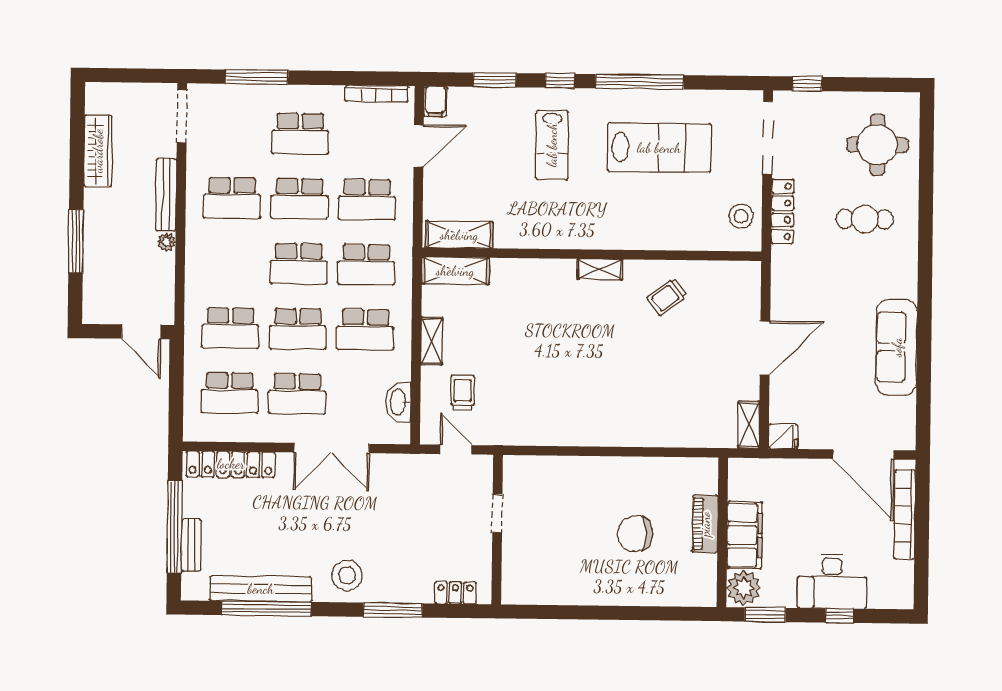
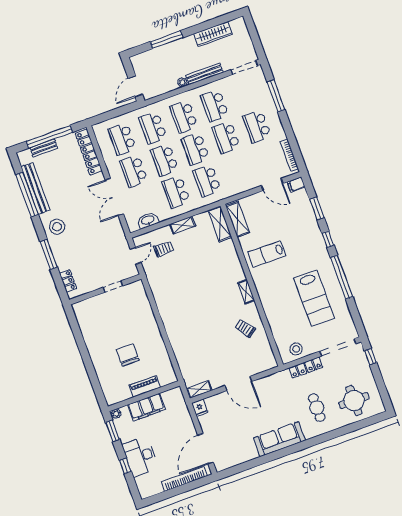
lab bench: (552, 145) -> (267, 254), moved
school desk: (367, 200) -> (184, 117), moved
sofa: (897, 347) -> (279, 439), moved
plant: (744, 588) -> (116, 414), width x0.53, depth x0.53

